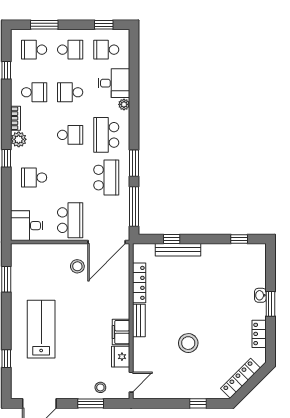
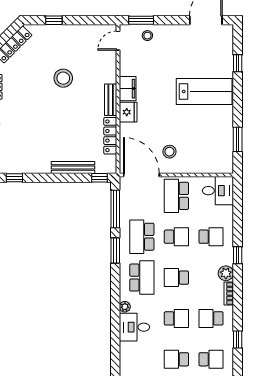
school desk: (106, 50) -> (176, 237), moved
window: (172, 239) -> (99, 178), moved
door: (107, 242) -> (141, 175), hinge flipped
lab bench: (41, 329) -> (204, 92), turned -90
fridge: (121, 357) -> (128, 112), moved
window: (91, 403) -> (141, 20), moved

